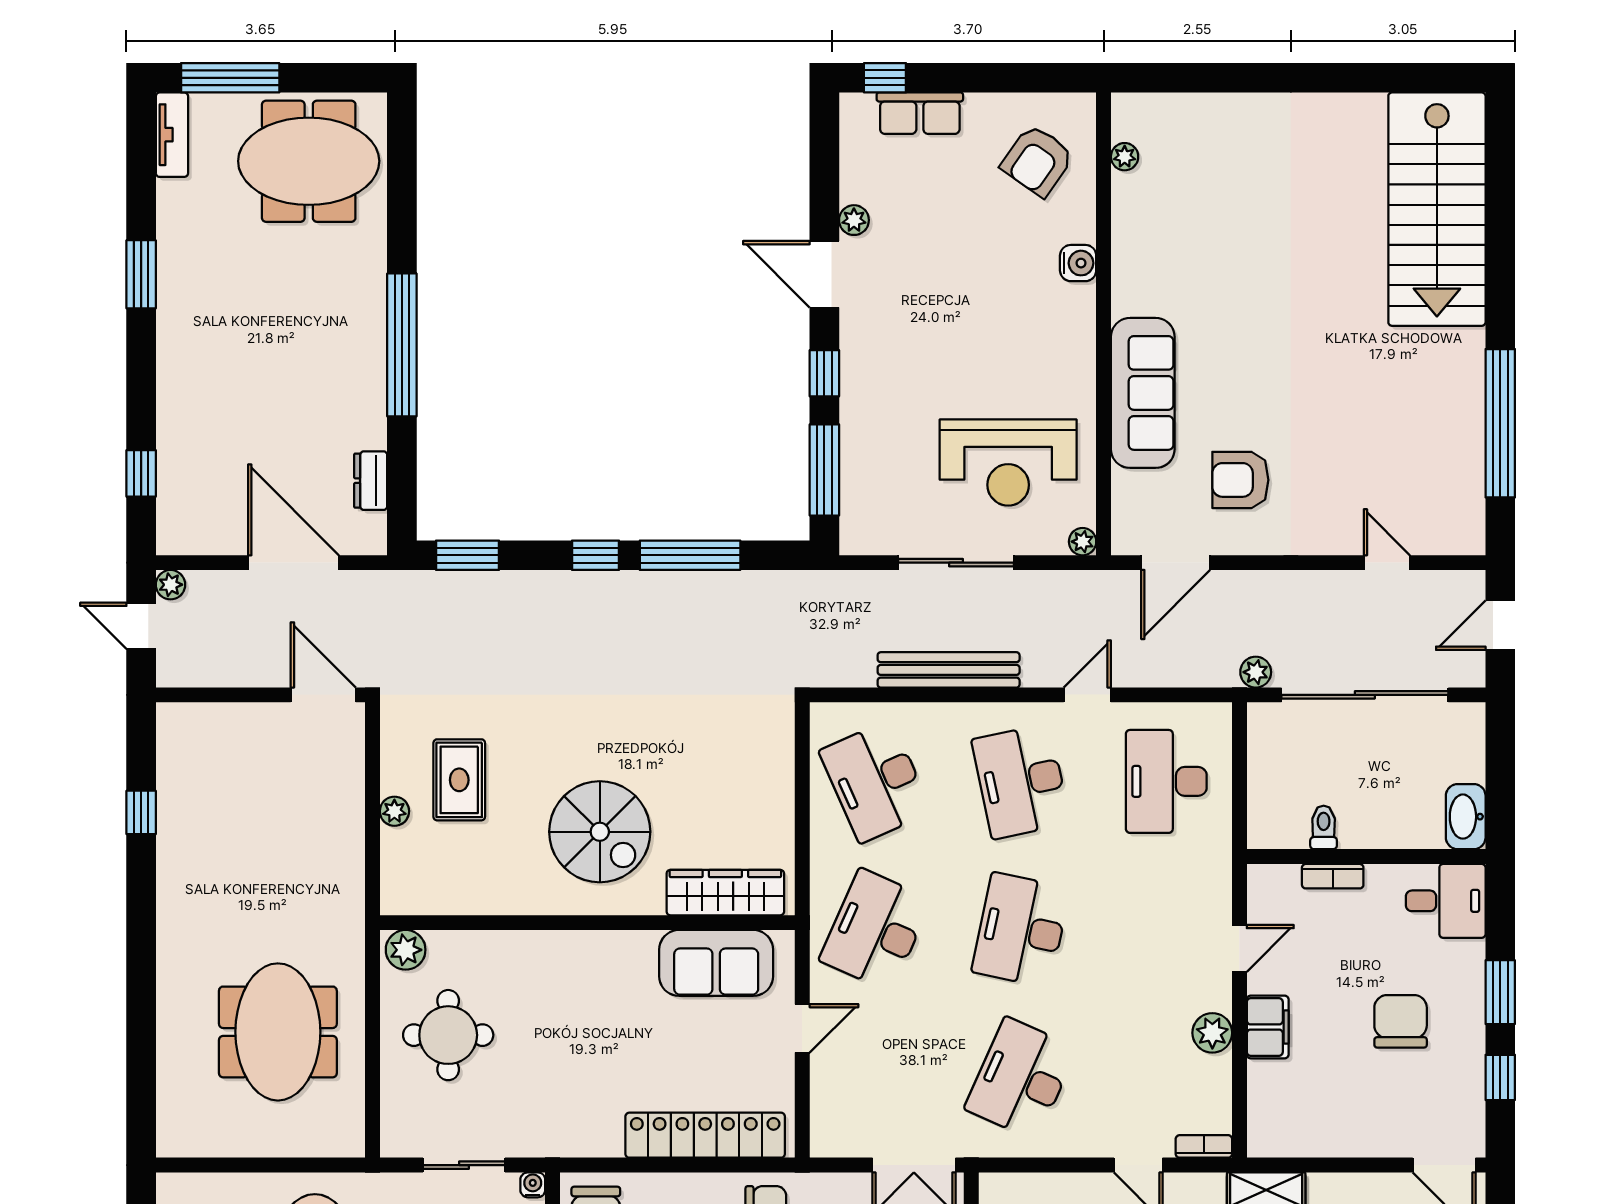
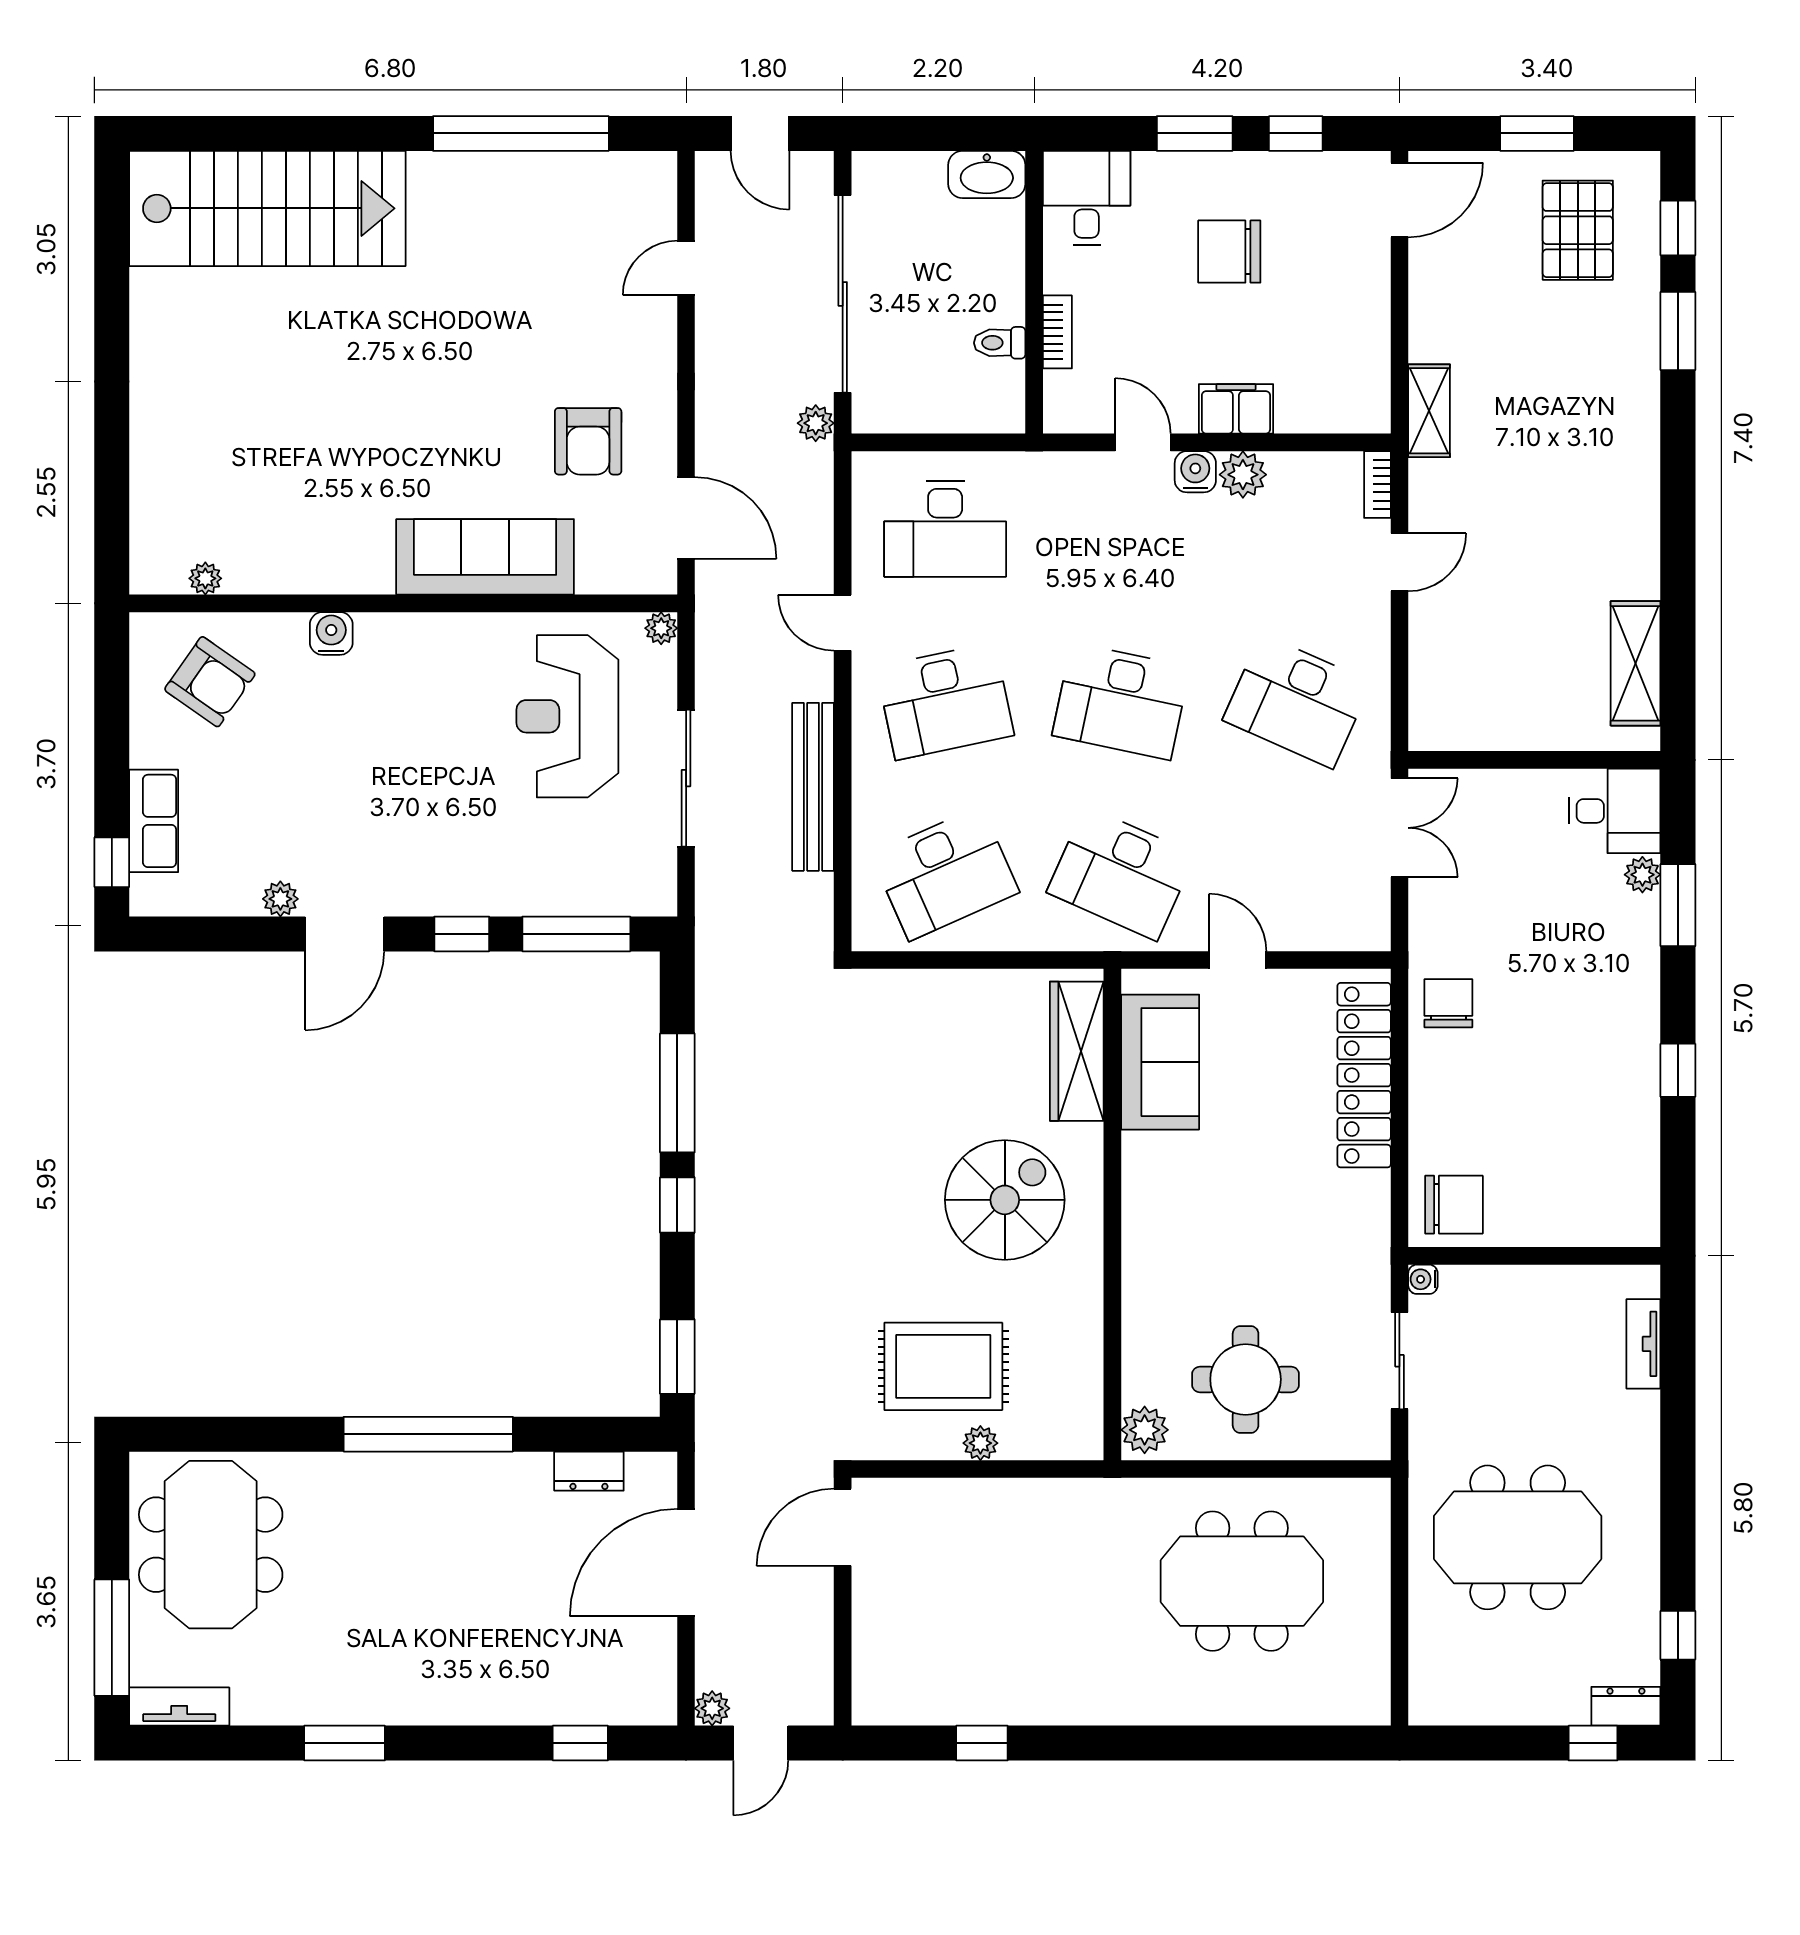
reception desk: (1008, 462) -> (567, 716), turned 180
rug: (459, 780) -> (943, 1366), width x1.36, depth x1.43
water cooler: (1215, 993) -> (1195, 472), added

